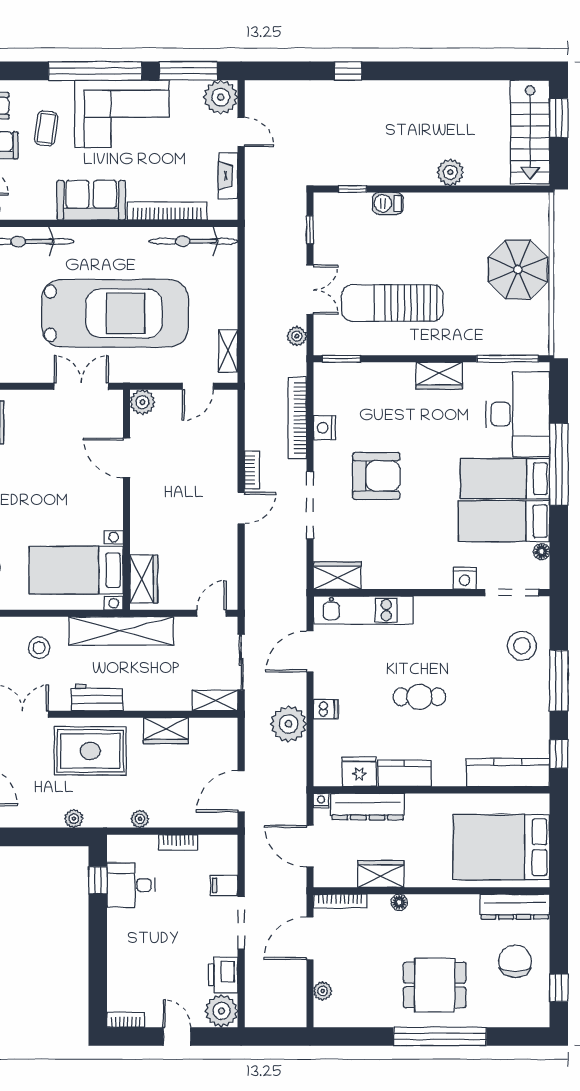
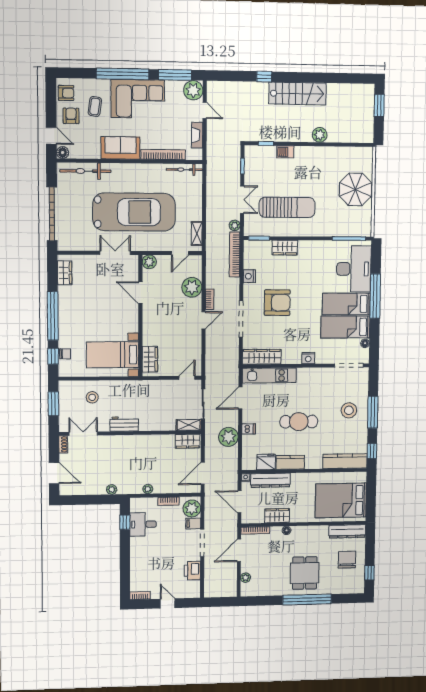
stairs: (530, 132) -> (297, 94), moved, turned -90
bicycle: (193, 241) -> (184, 170), width x0.73, depth x0.71
sun lounger: (392, 303) -> (287, 207), turned 180
wardrobe: (439, 376) -> (285, 248), moved
bookcase: (297, 418) -> (235, 254), moved
plant: (220, 448) -> (192, 287), added
wardrobe: (337, 575) -> (262, 357), width x1.50
nightstand: (465, 578) -> (308, 358), moved
shelving: (121, 631) -> (137, 388), removed
stool: (522, 646) -> (349, 410), moved
cafe table: (419, 697) -> (299, 422), width x1.37, depth x1.35
wardrobe: (166, 731) -> (188, 441), moved
rug: (90, 751) -> (121, 453), removed
dining table: (435, 985) -> (305, 573), turned 90
plant: (221, 1011) -> (192, 508), moved

